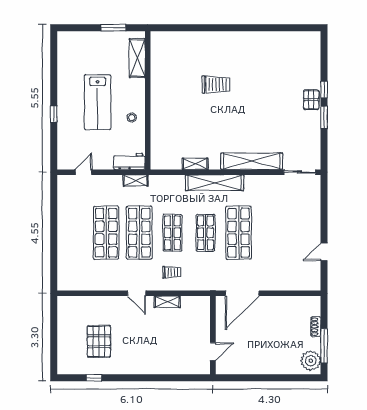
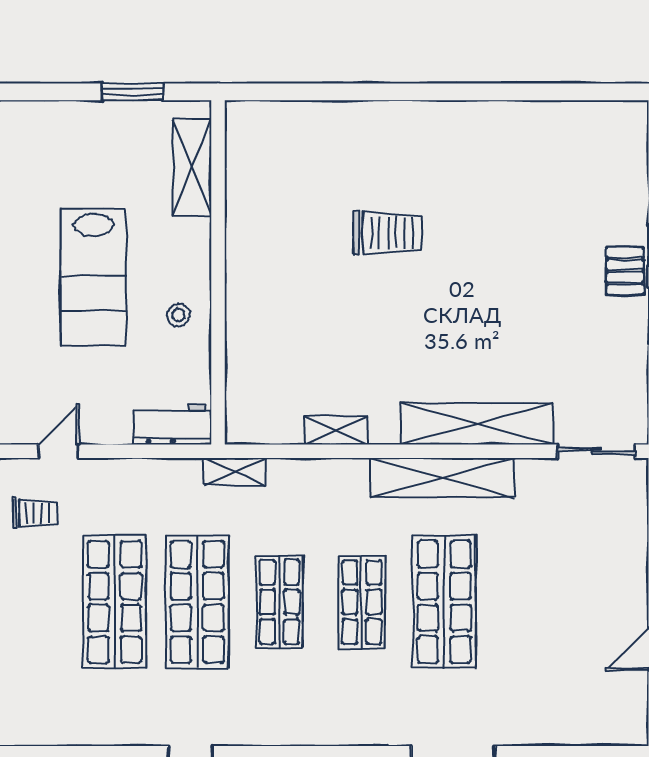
shelving: (136, 180) -> (234, 472), moved
shelving: (215, 183) -> (442, 478), moved
trolley: (172, 272) -> (35, 513), moved

